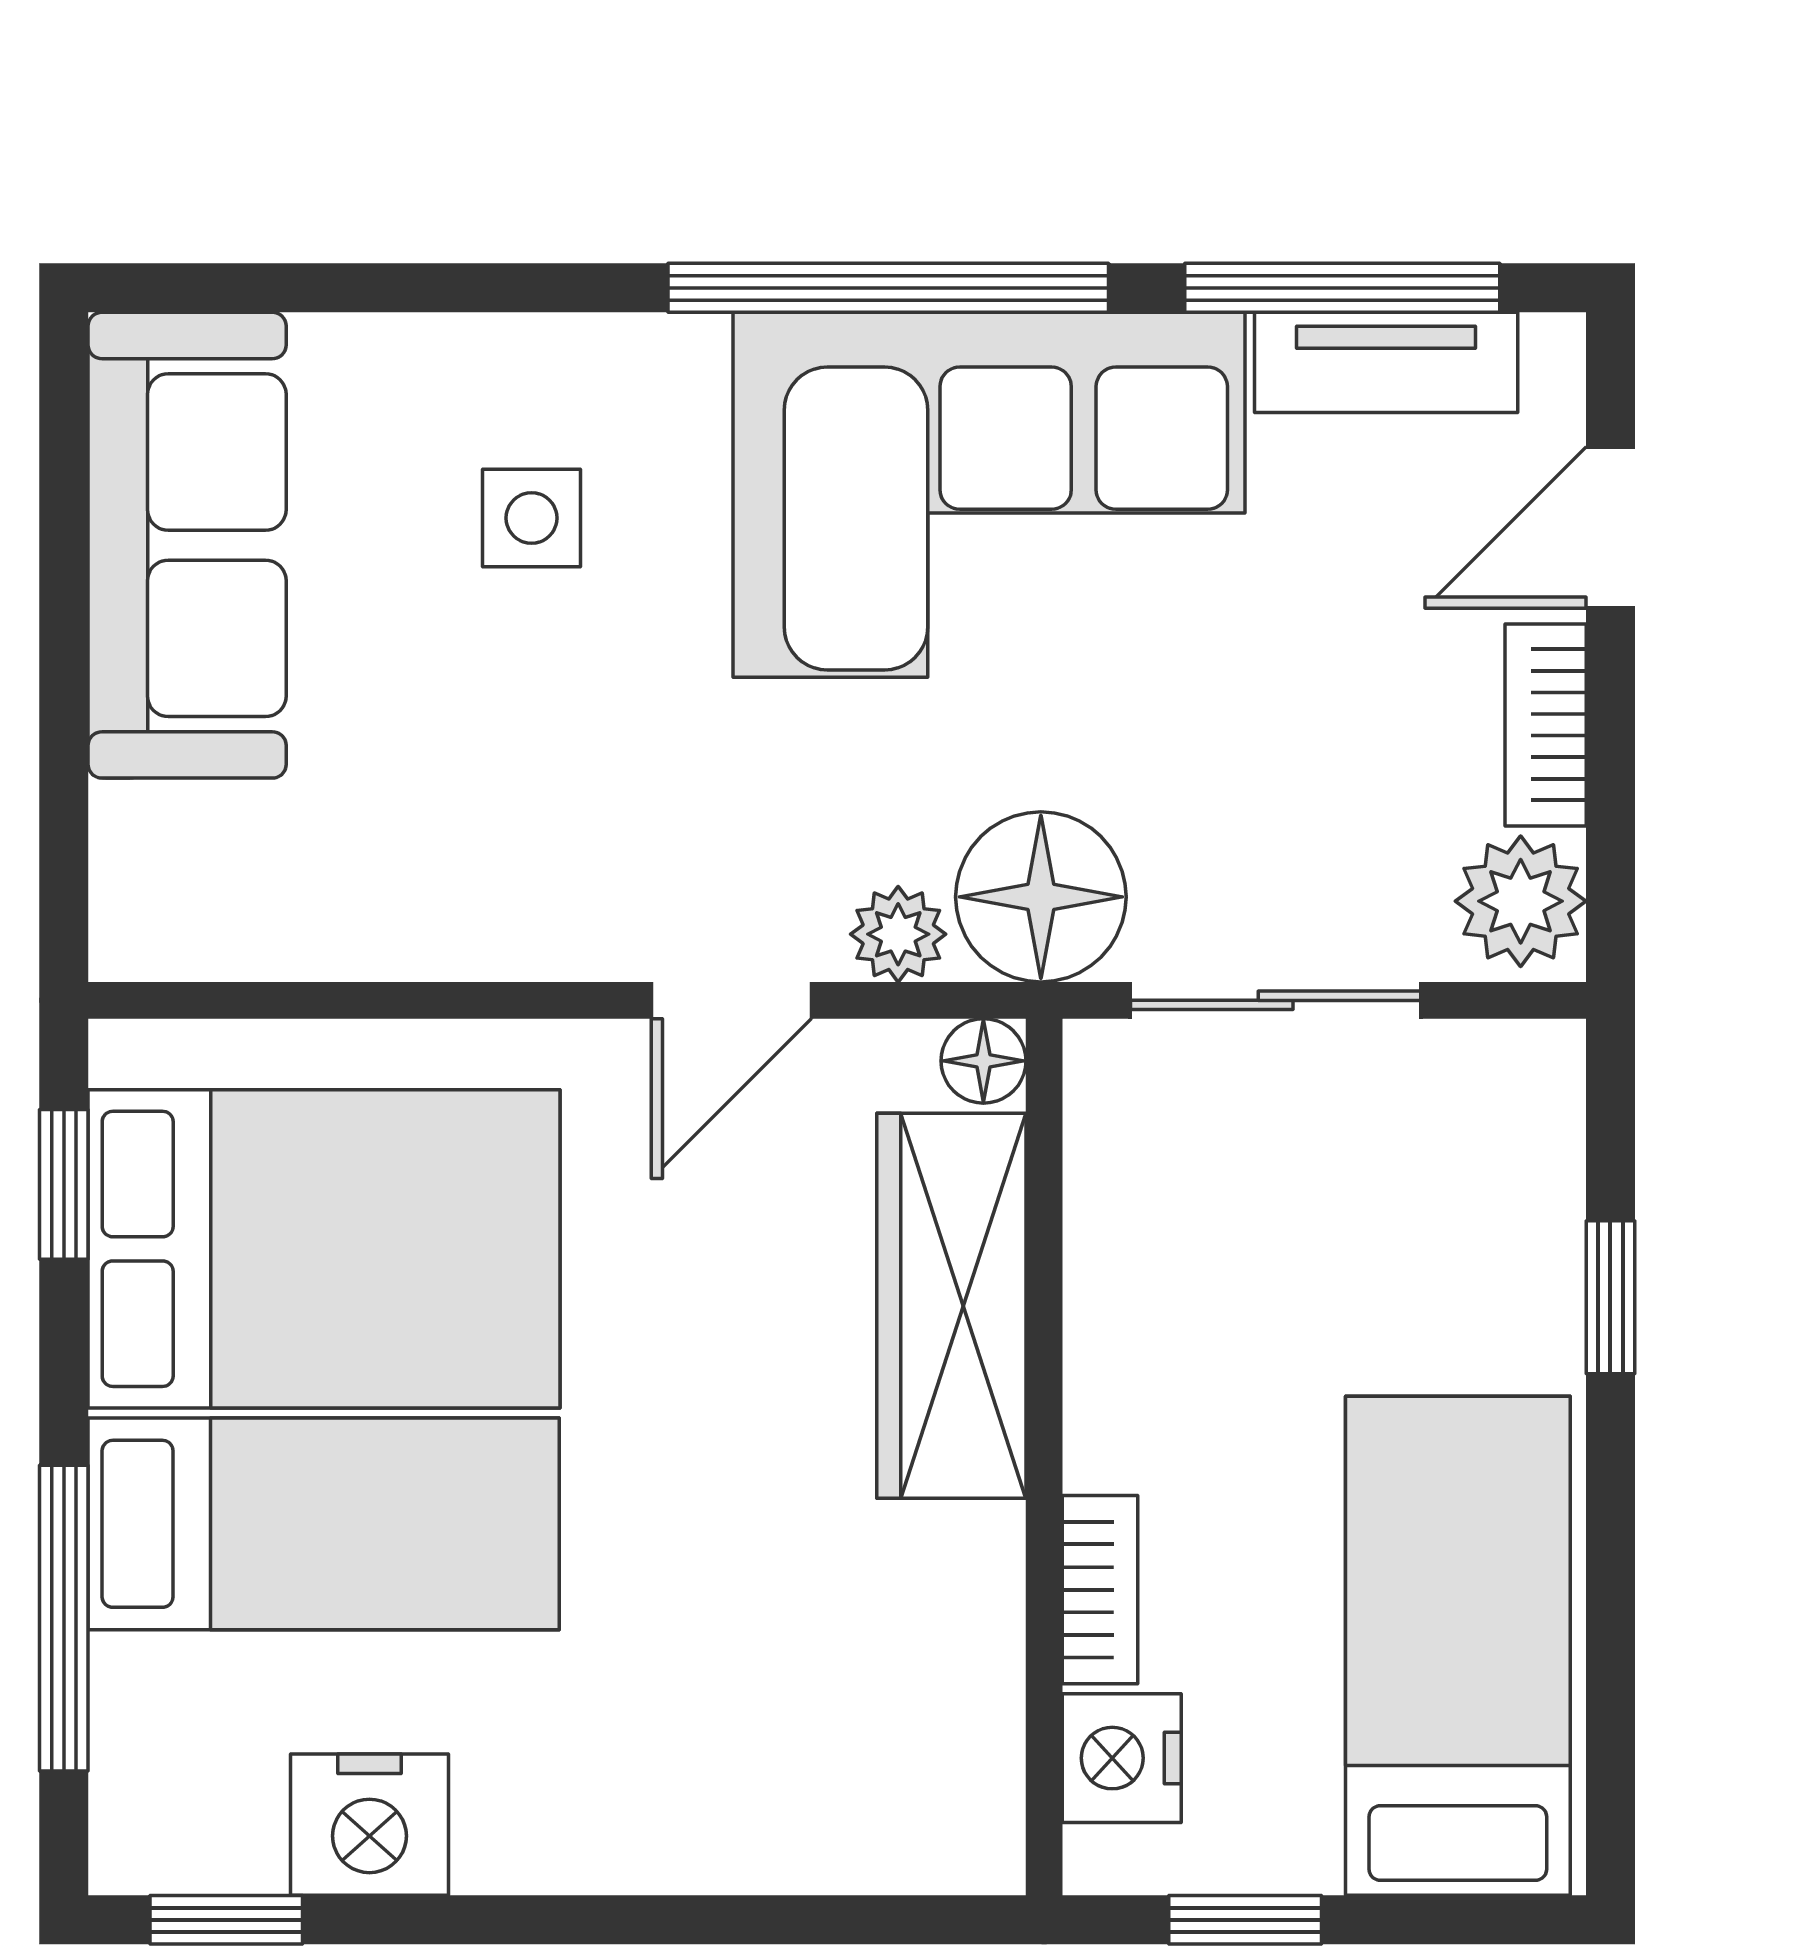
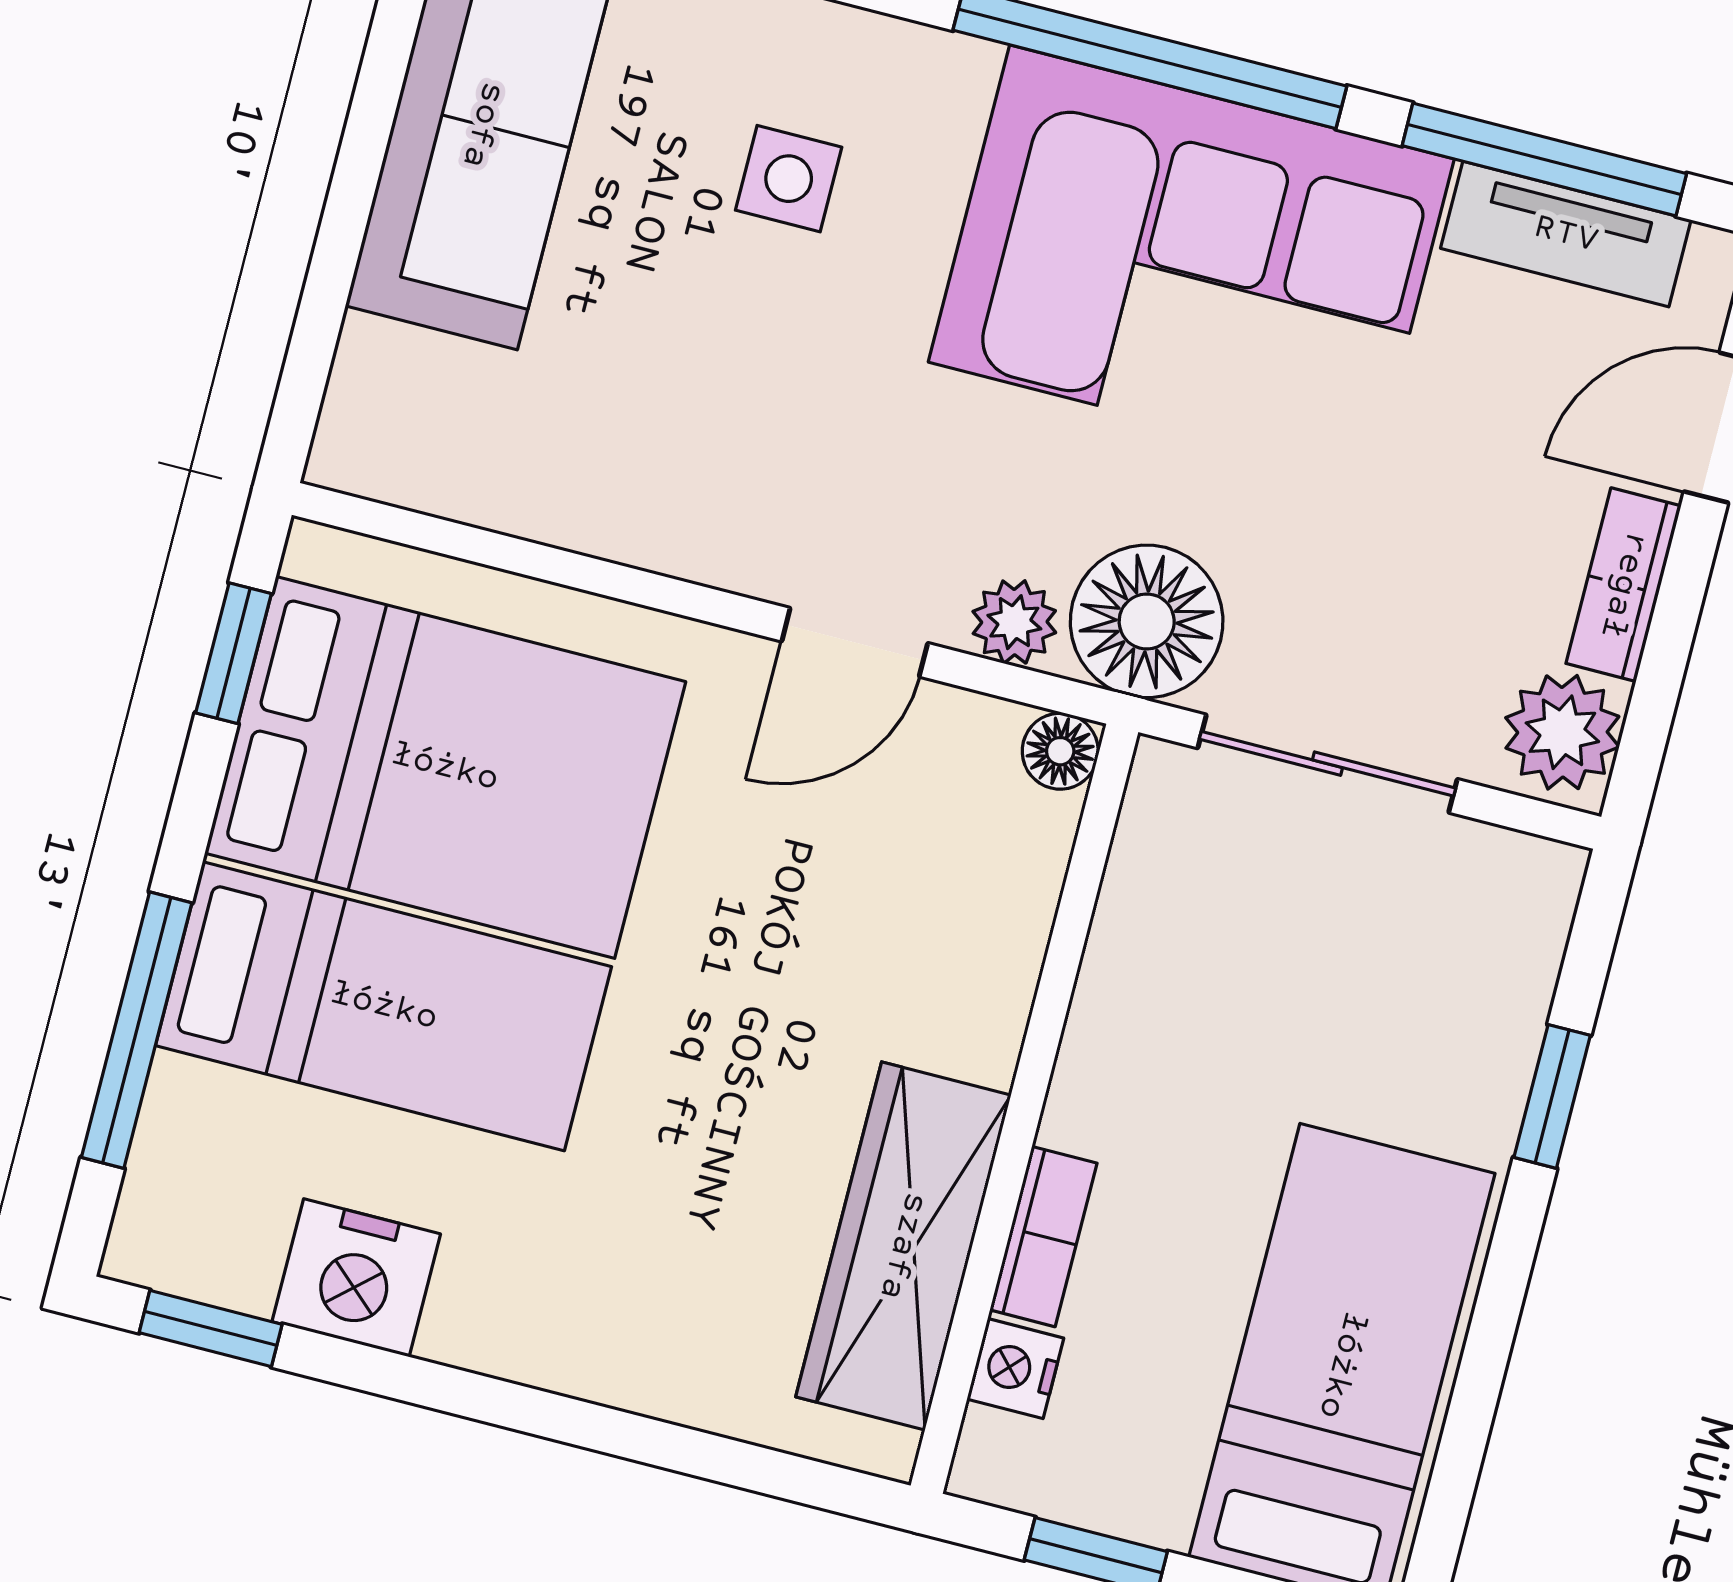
wardrobe: (951, 1306) -> (903, 1246), moved
nightstand: (1122, 1758) -> (1015, 1369), width x0.72, depth x0.74

